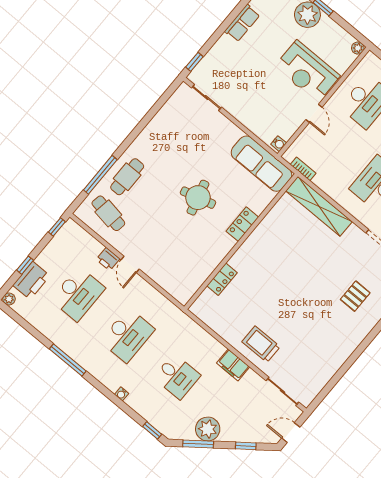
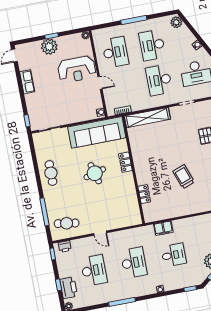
sofa: (261, 164) -> (97, 132), width x1.36, depth x1.27
cafe table: (127, 177) -> (51, 173), moved
printer: (108, 259) -> (65, 246), moved
trolley: (261, 344) -> (184, 177), moved, turned 70
filing cabinet: (233, 365) -> (163, 228), moved

